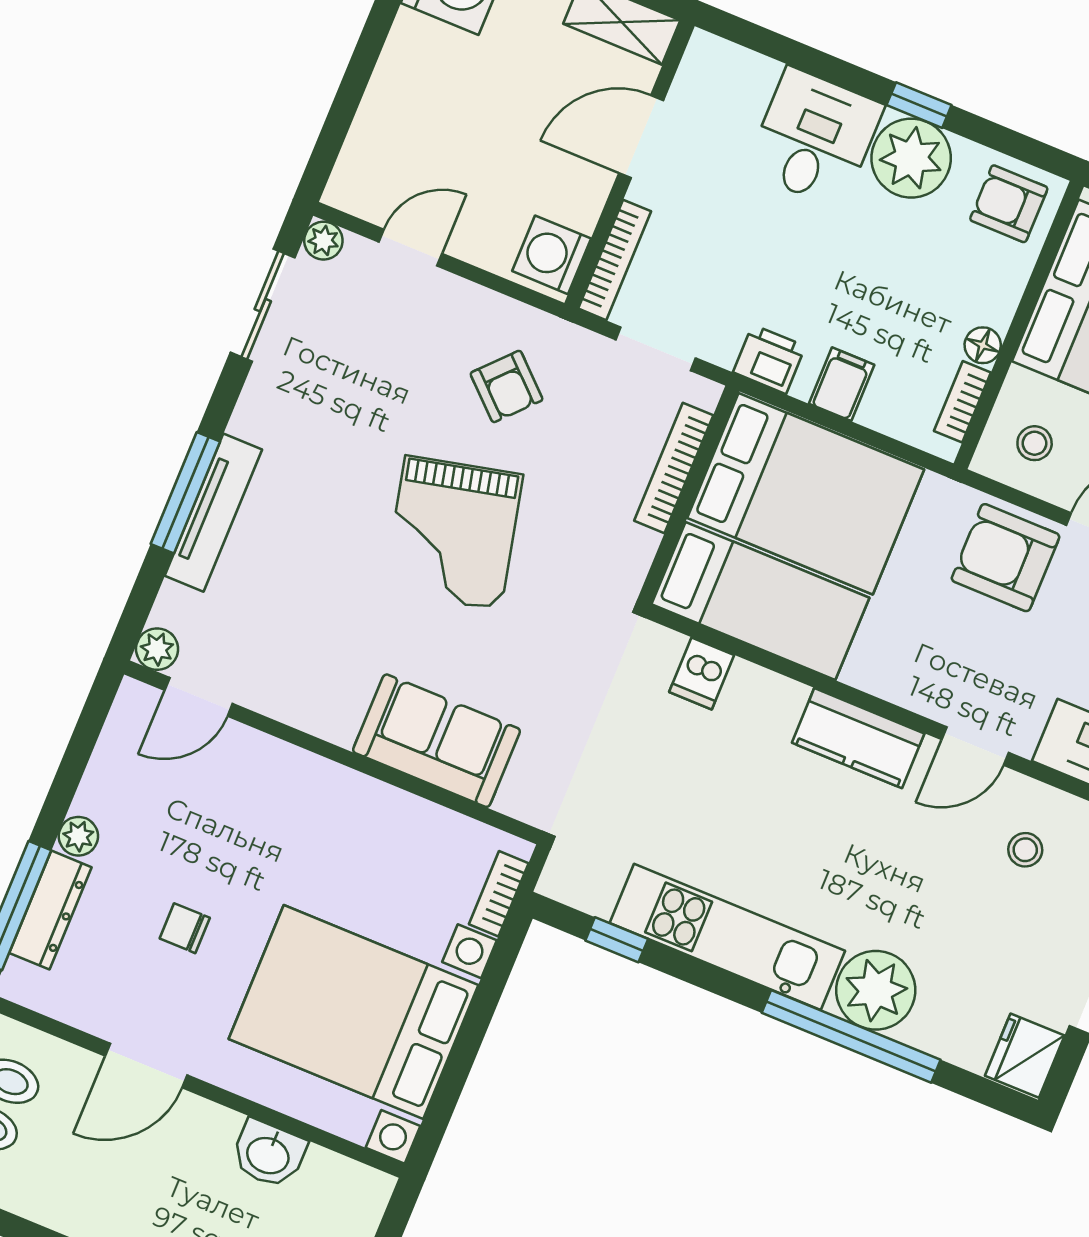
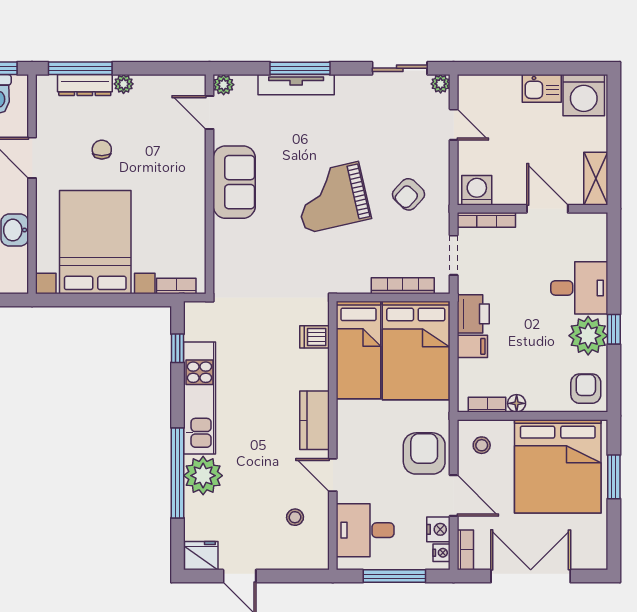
kitchen sink: (411, 54) -> (542, 88), added
printer: (769, 359) -> (473, 314), width x1.36, depth x1.24
sofa: (436, 741) -> (234, 182), moved

